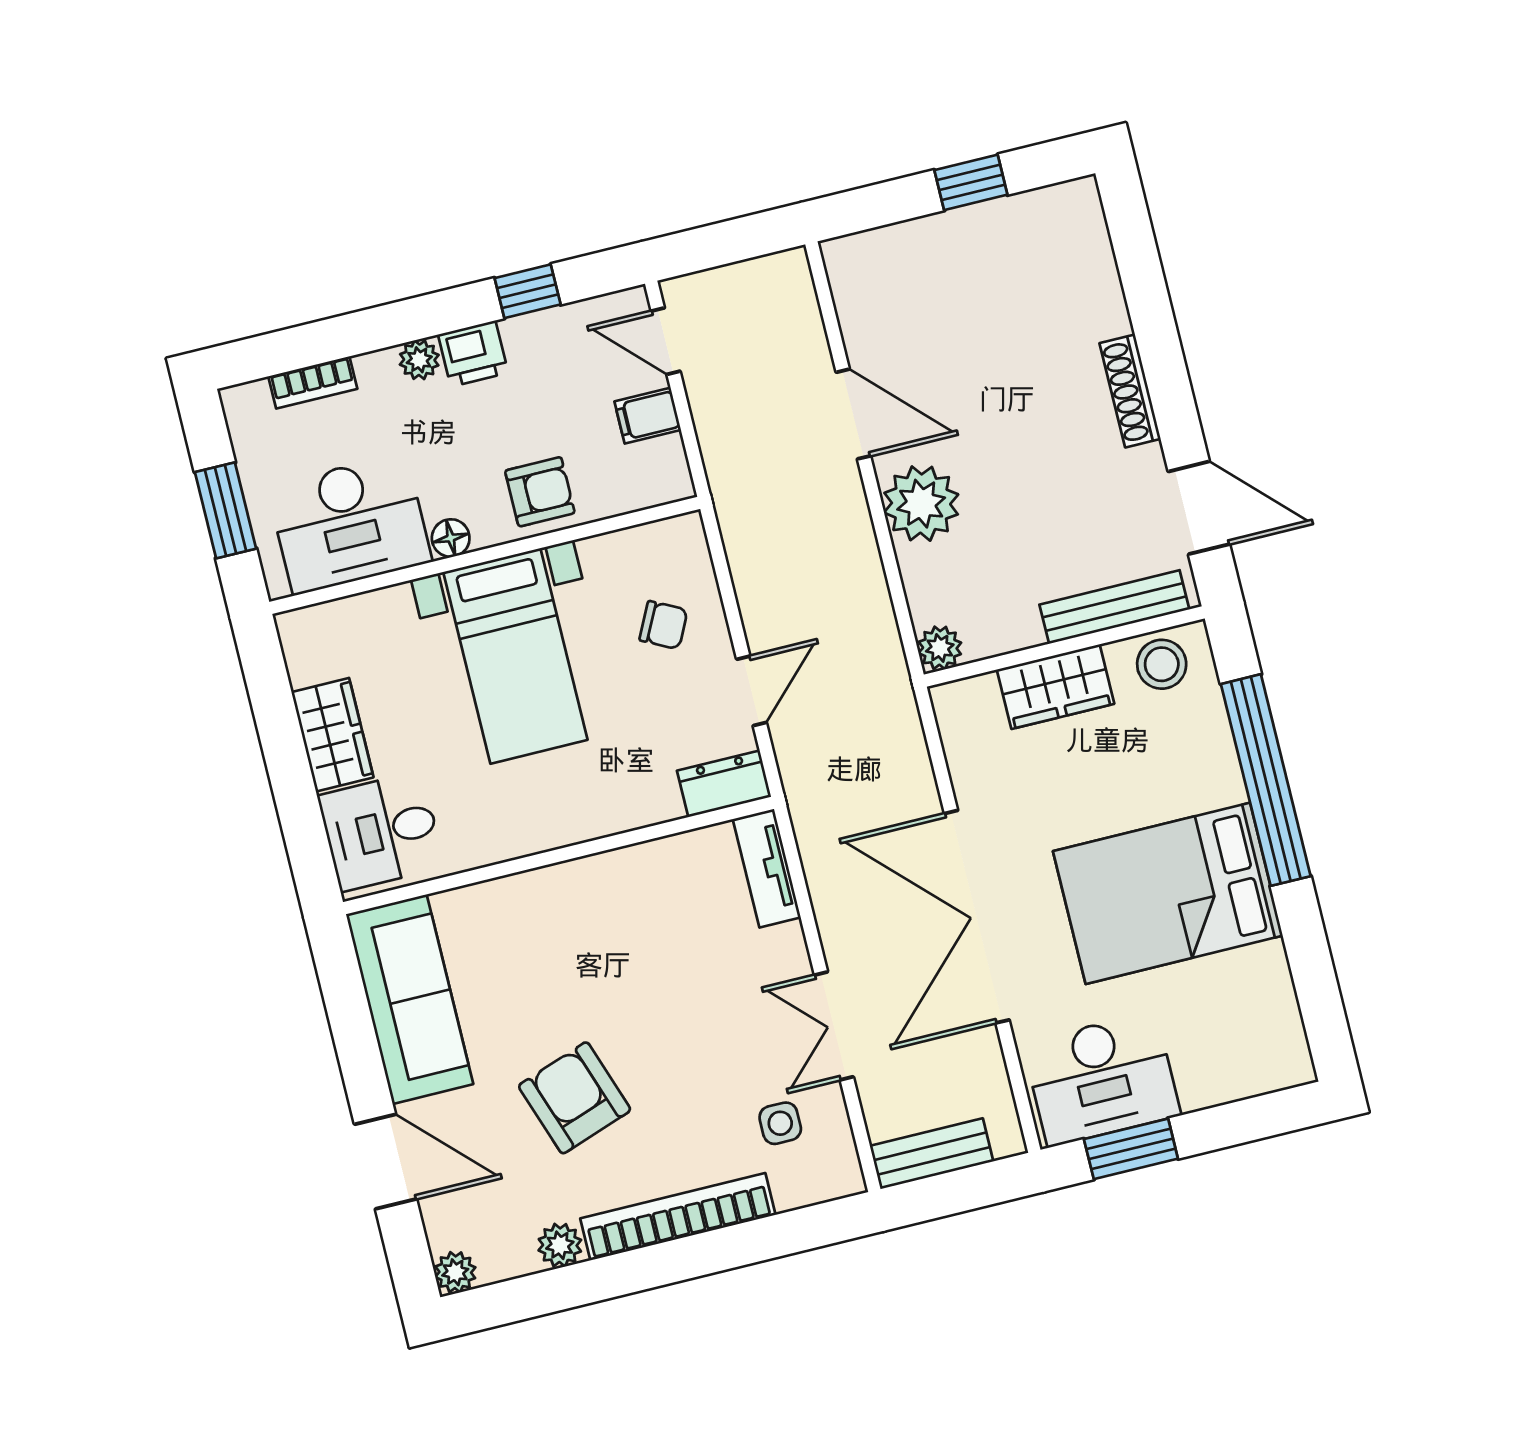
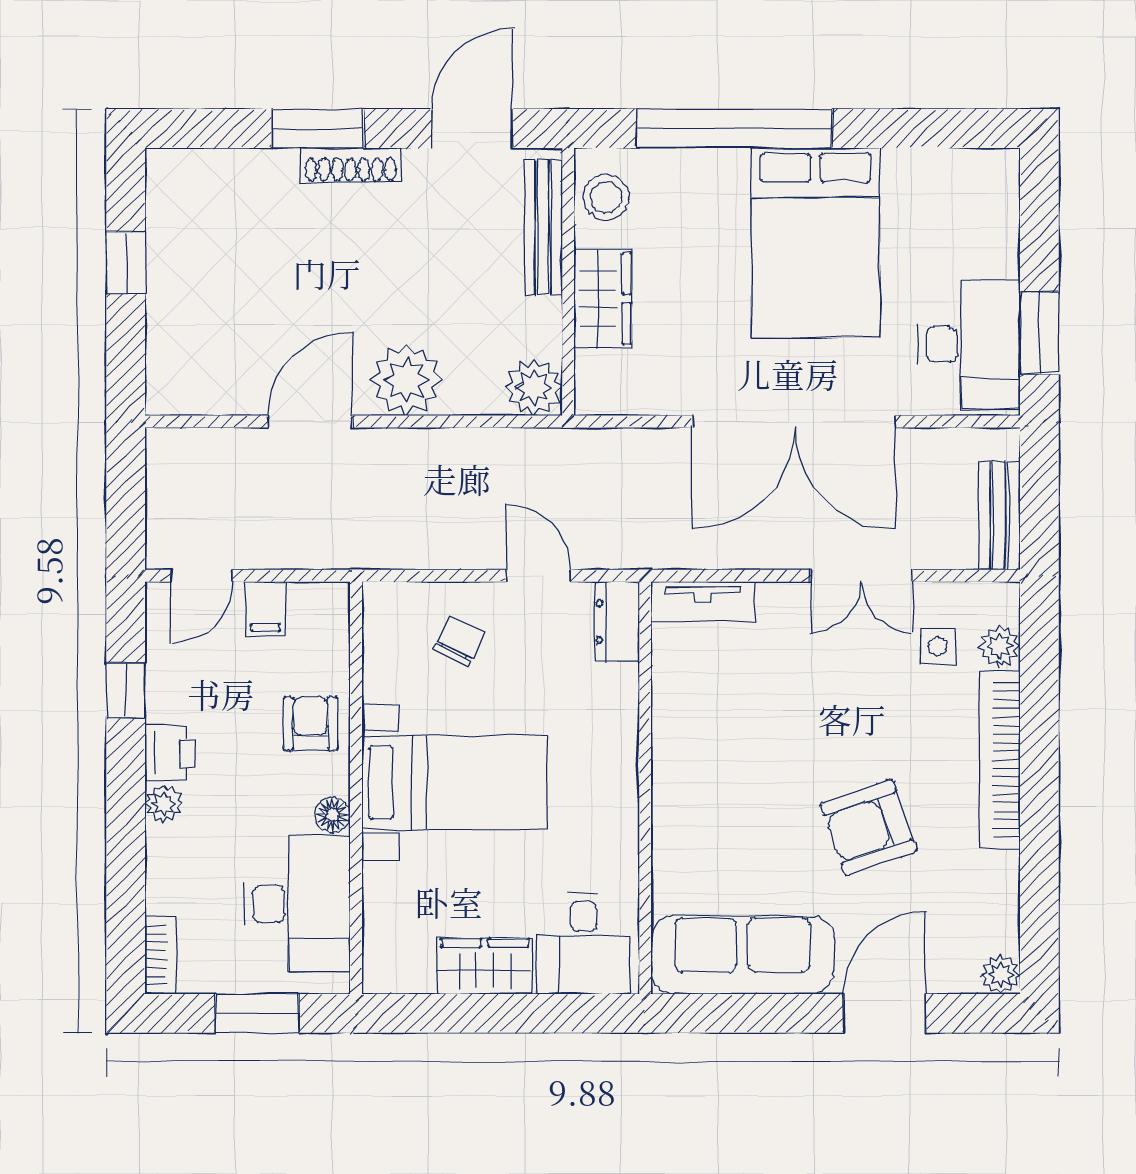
window: (1160, 348) -> (318, 129), added
bookcase: (313, 383) -> (161, 955), moved
plant: (940, 648) -> (534, 387), width x1.38, depth x1.38
plant: (560, 1245) -> (999, 646), moved

